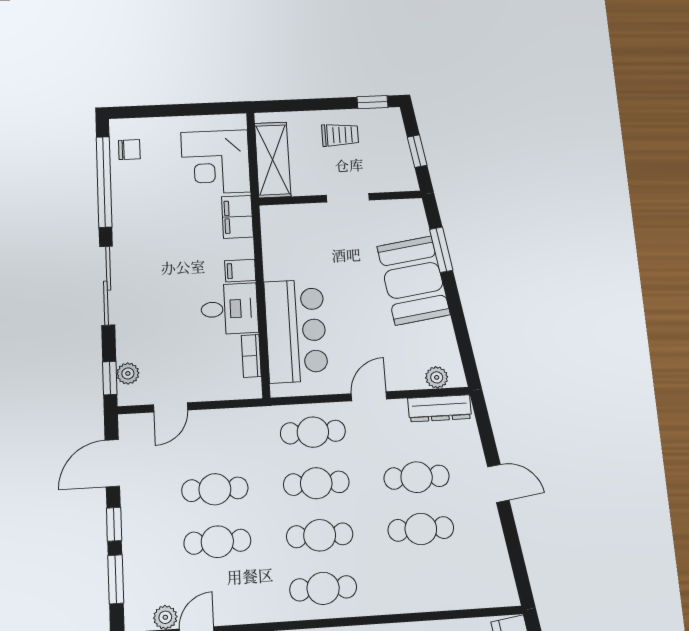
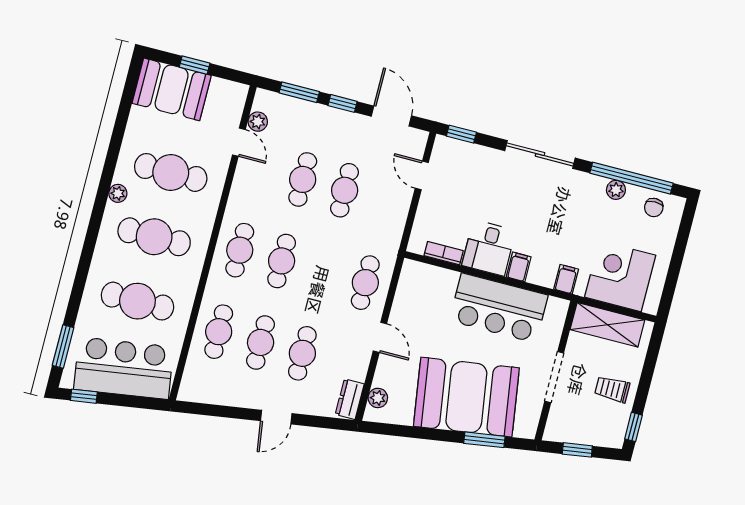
trolley: (340, 135) -> (612, 389), turned 90
doorway: (348, 198) -> (554, 377), width x1.38
filing cabinet: (237, 217) -> (566, 279), width x0.50
booth: (413, 280) -> (466, 397), width x1.36, depth x1.42
bar counter: (296, 331) -> (499, 308), moved
plant: (128, 373) -> (616, 190), moved
dresser: (440, 408) -> (350, 399), width x0.70
cafe table: (316, 483) -> (219, 332), moved

